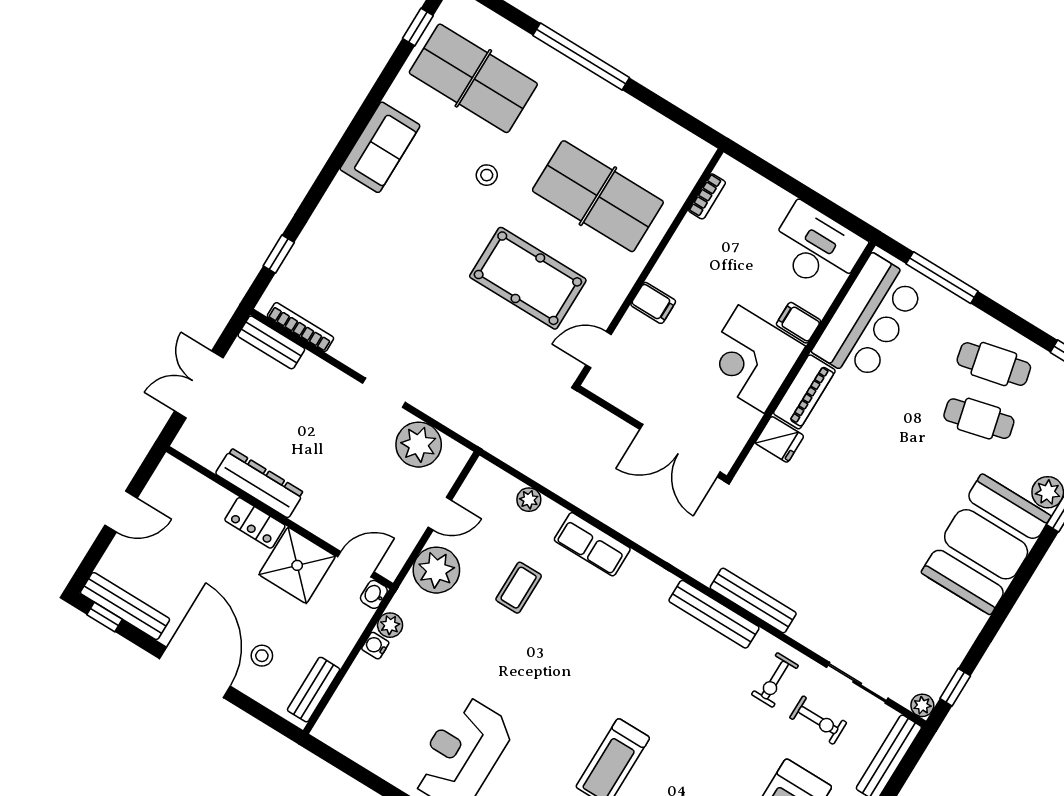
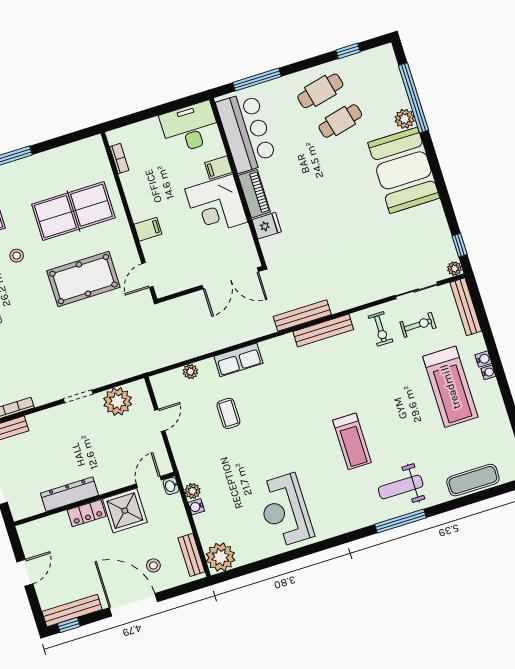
plant: (436, 570) -> (220, 557), moved
bench: (753, 600) -> (302, 316), moved

